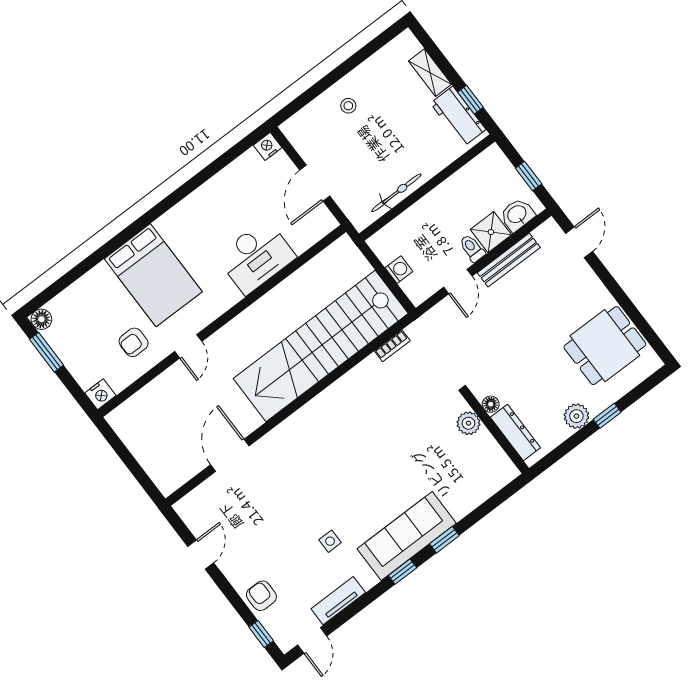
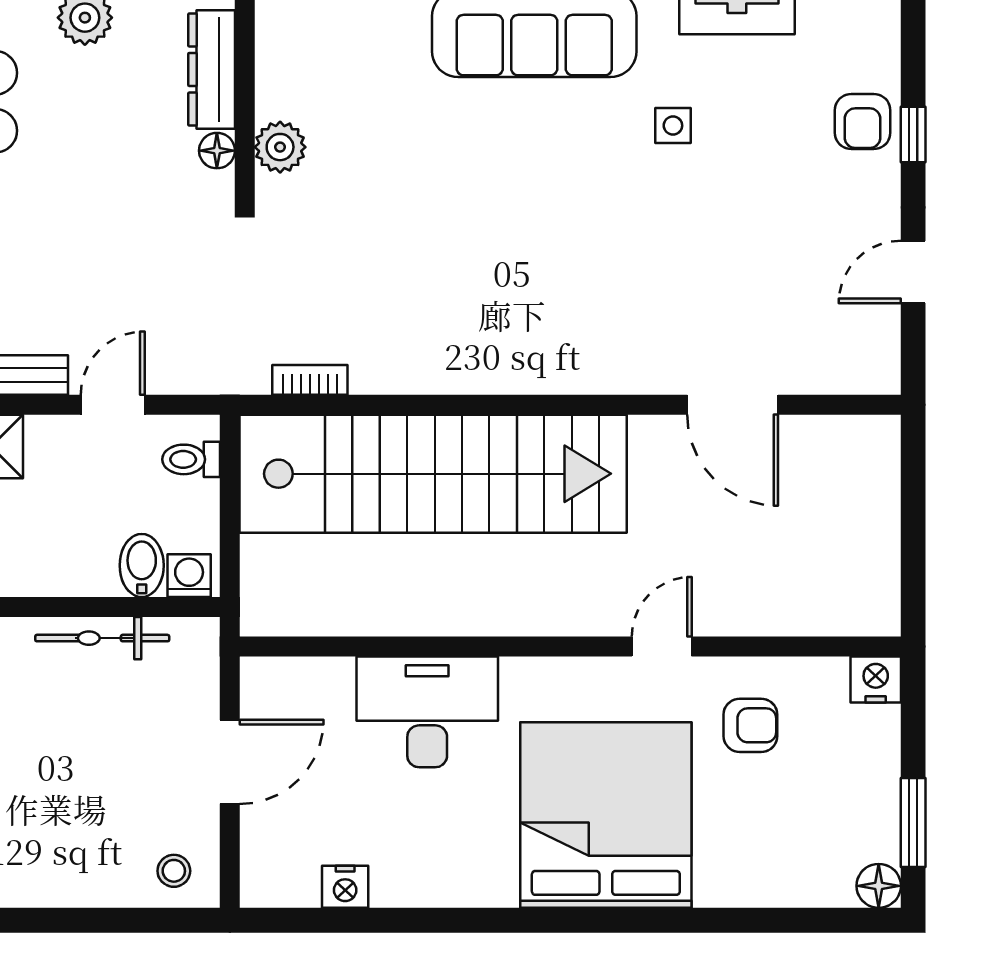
stool: (348, 106) -> (174, 871), moved
nightstand: (268, 146) -> (345, 887), moved
bidet: (402, 231) -> (142, 565), added
toilet: (472, 248) -> (191, 459), moved, turned 90
washing machine: (399, 270) -> (189, 576), moved, turned 90
bed: (153, 275) -> (606, 815), width x1.36
door: (230, 455) -> (733, 405), hinge flipped
window: (261, 634) -> (913, 135), moved

